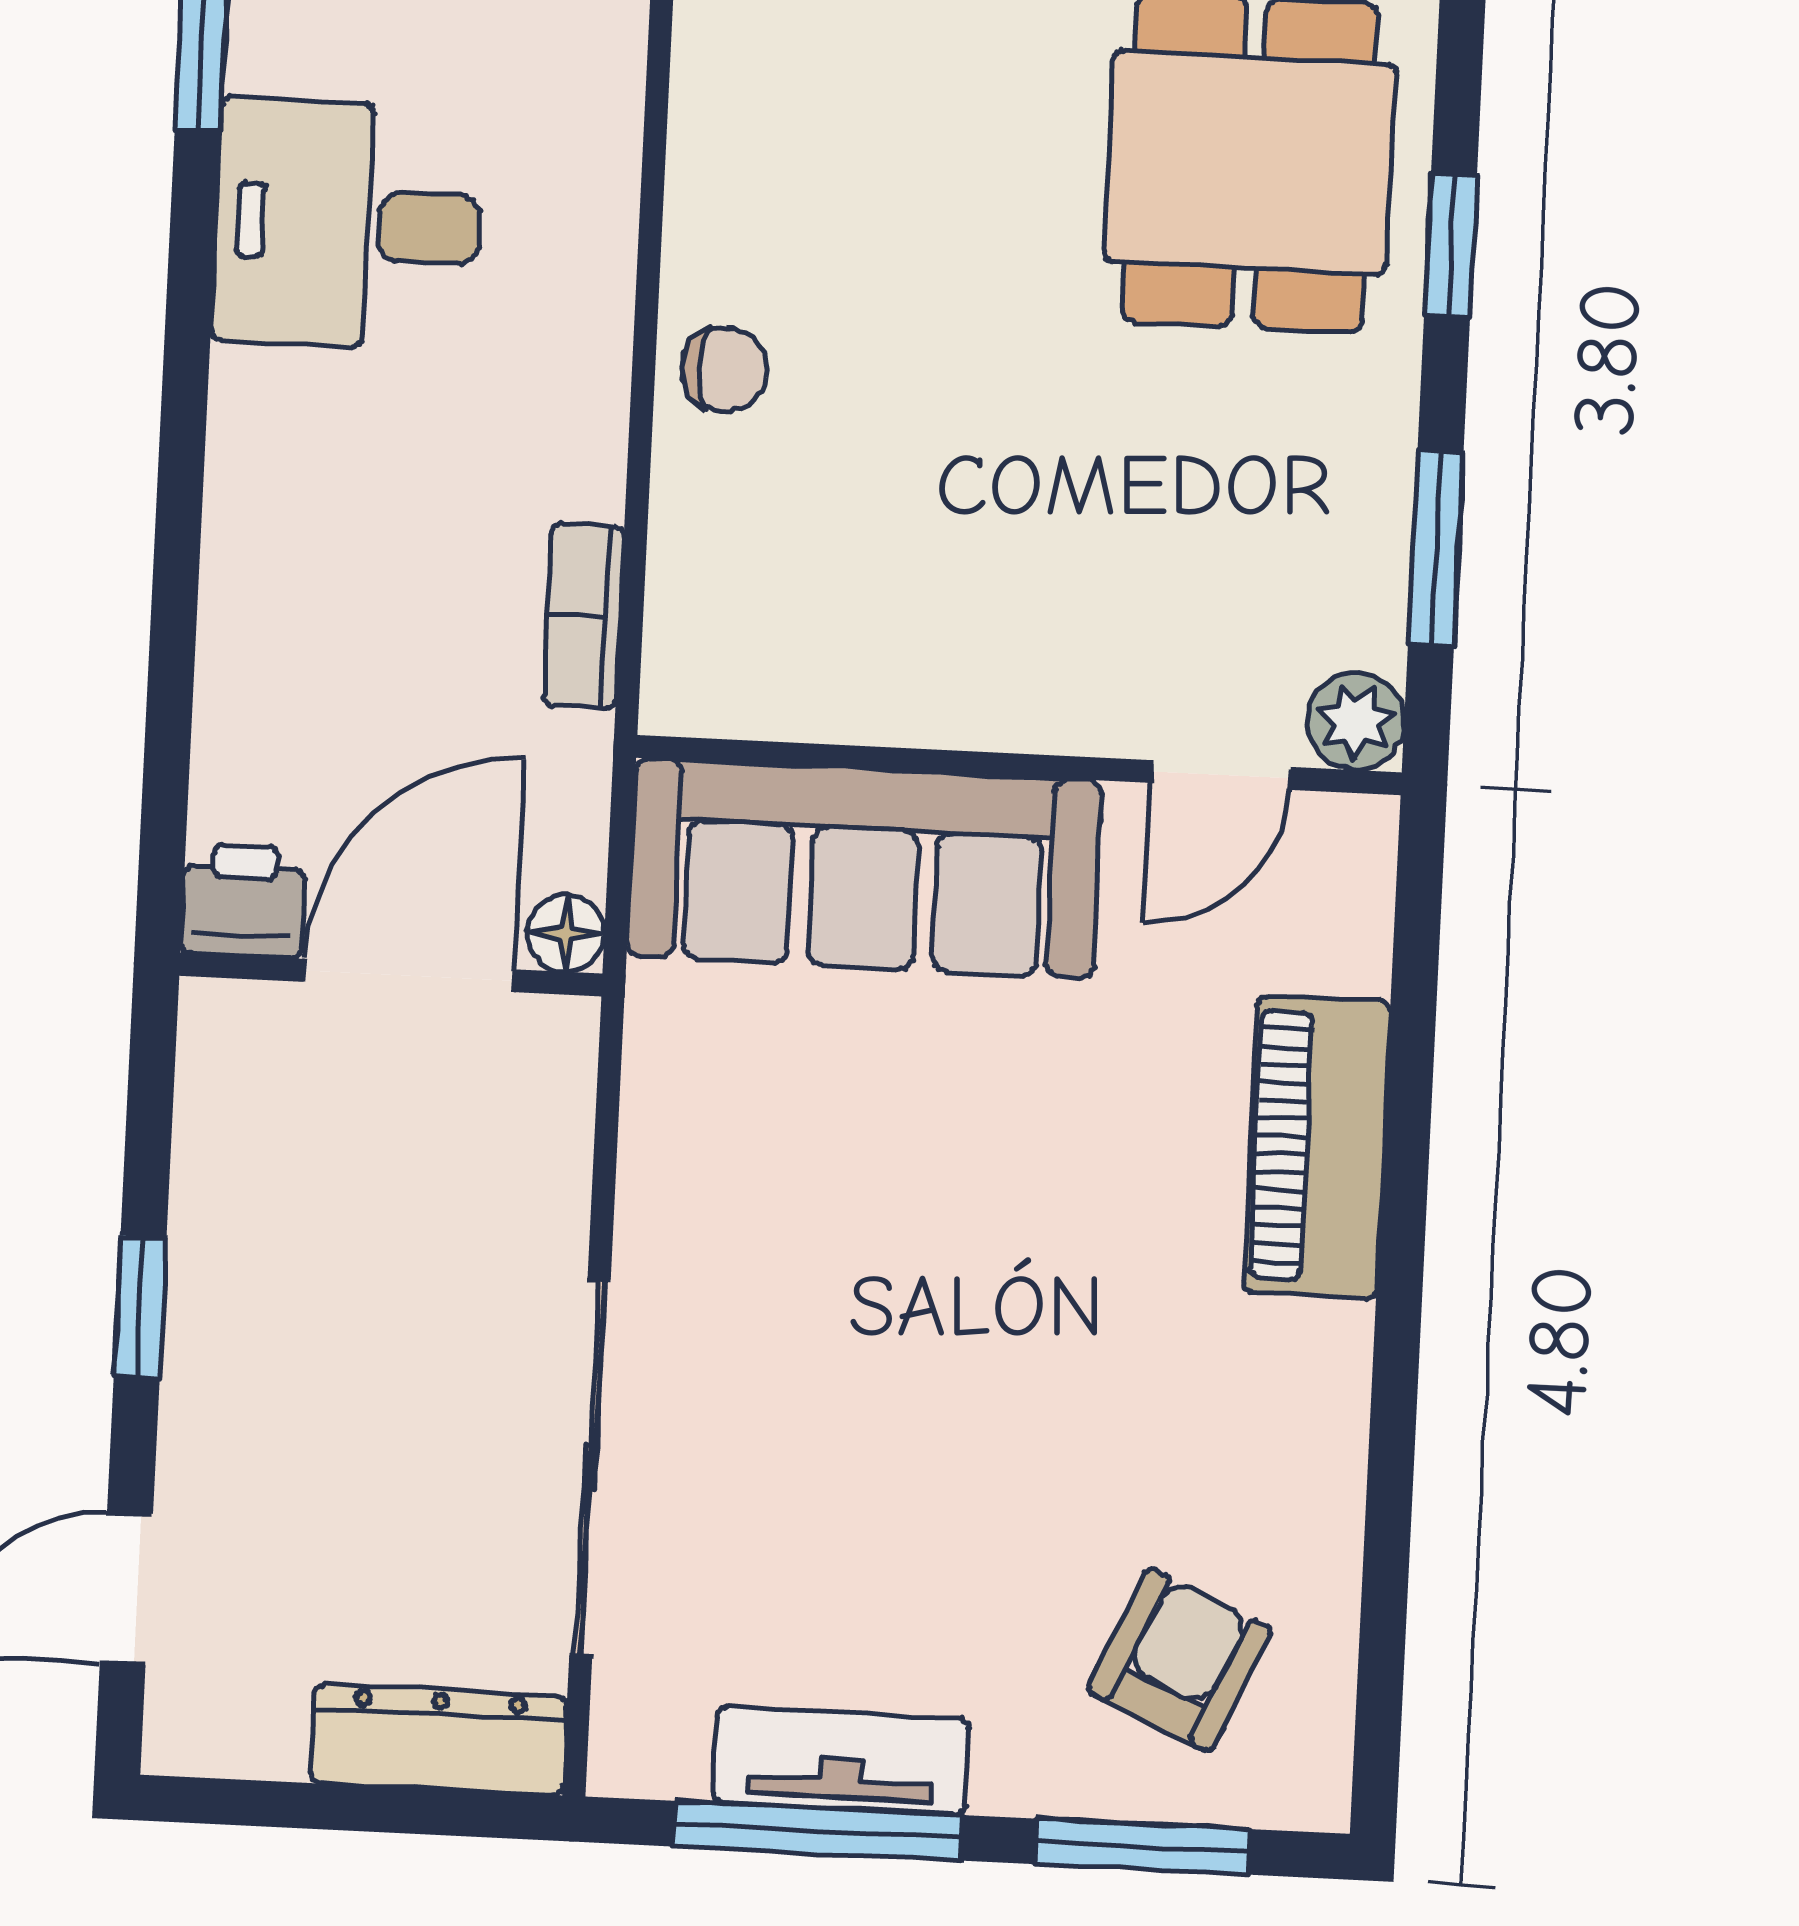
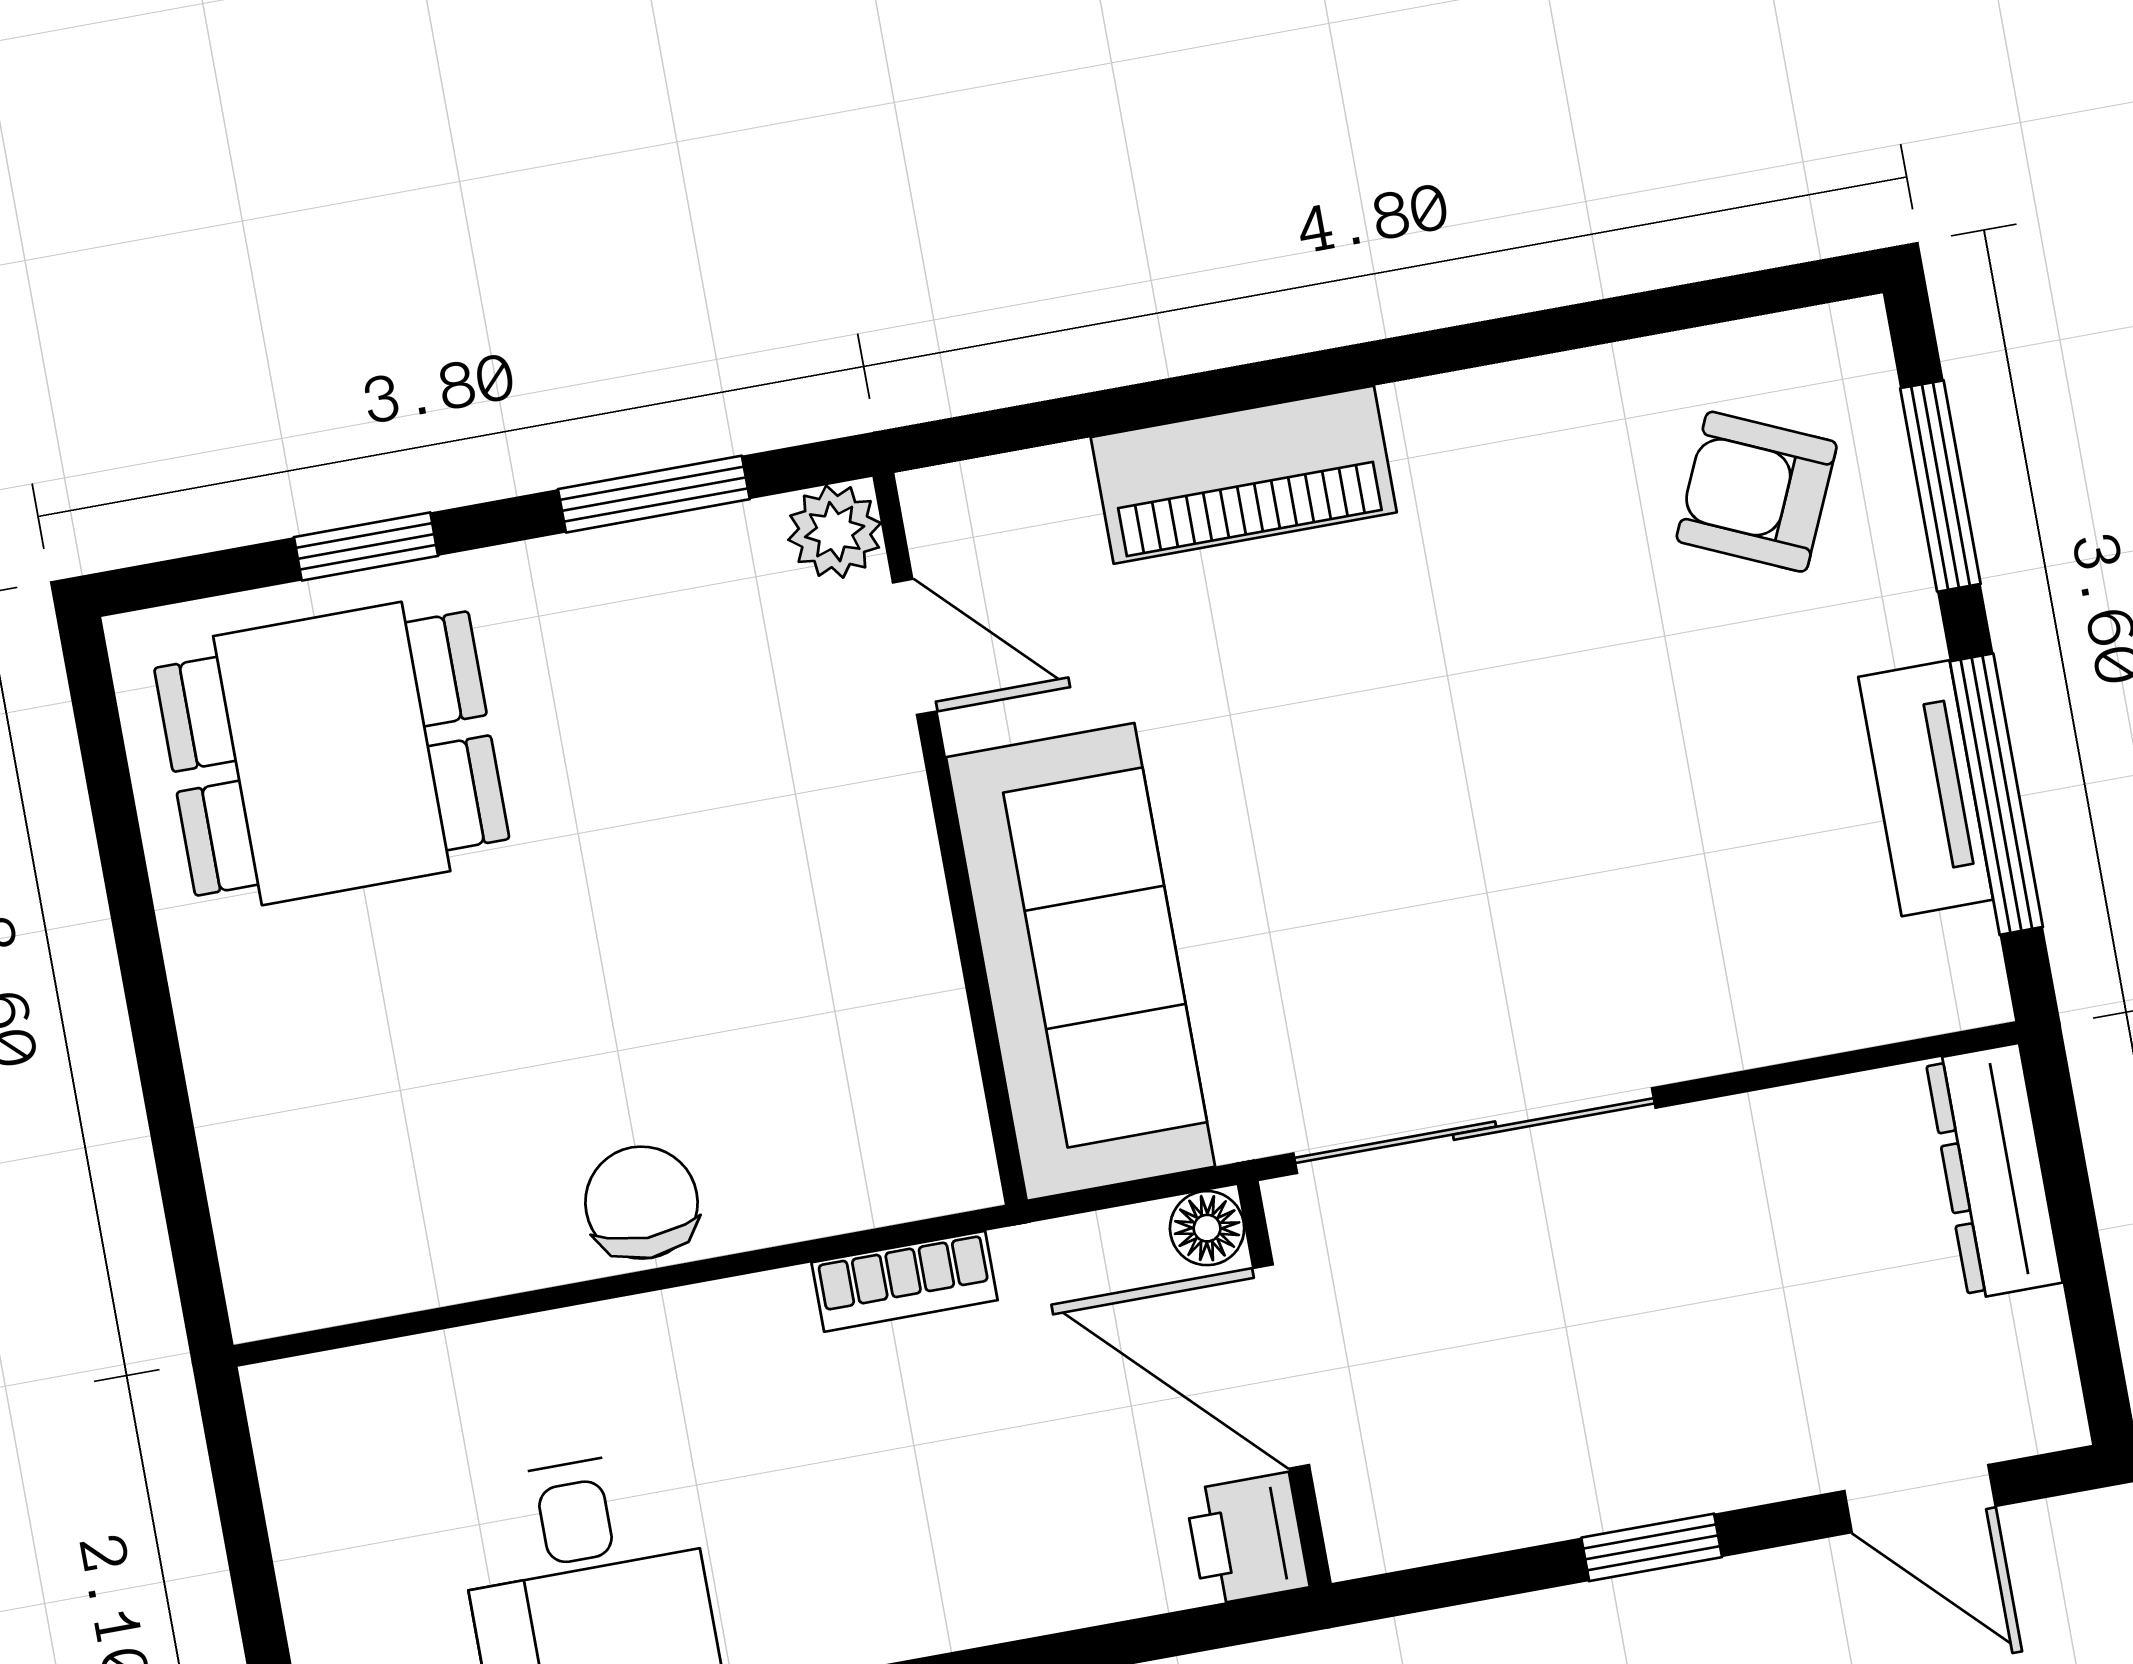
chair: (725, 369) -> (641, 1203), width x1.37, depth x1.37
sliding door: (590, 1468) -> (1474, 1131), moved

